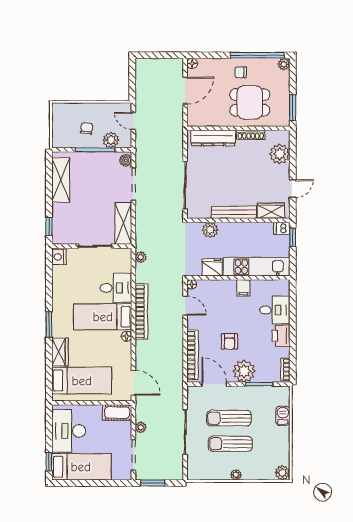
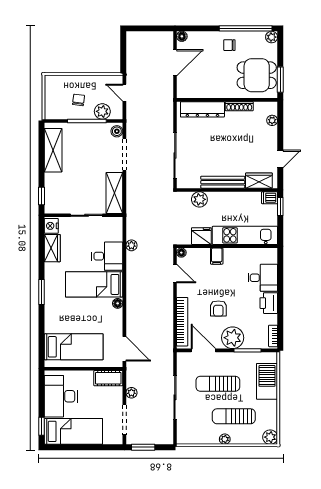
dining table: (250, 102) -> (257, 75), moved
plant: (280, 154) -> (272, 120), width x0.53, depth x0.53
plant: (141, 257) -> (131, 245), moved
filing cabinet: (243, 288) -> (217, 256), moved
bookcase: (141, 311) -> (132, 279), removed
wardrobe: (60, 352) -> (52, 248), moved
barbecue: (283, 416) -> (267, 381), width x1.88, depth x1.53
sun lounger: (230, 444) -> (234, 416), moved

